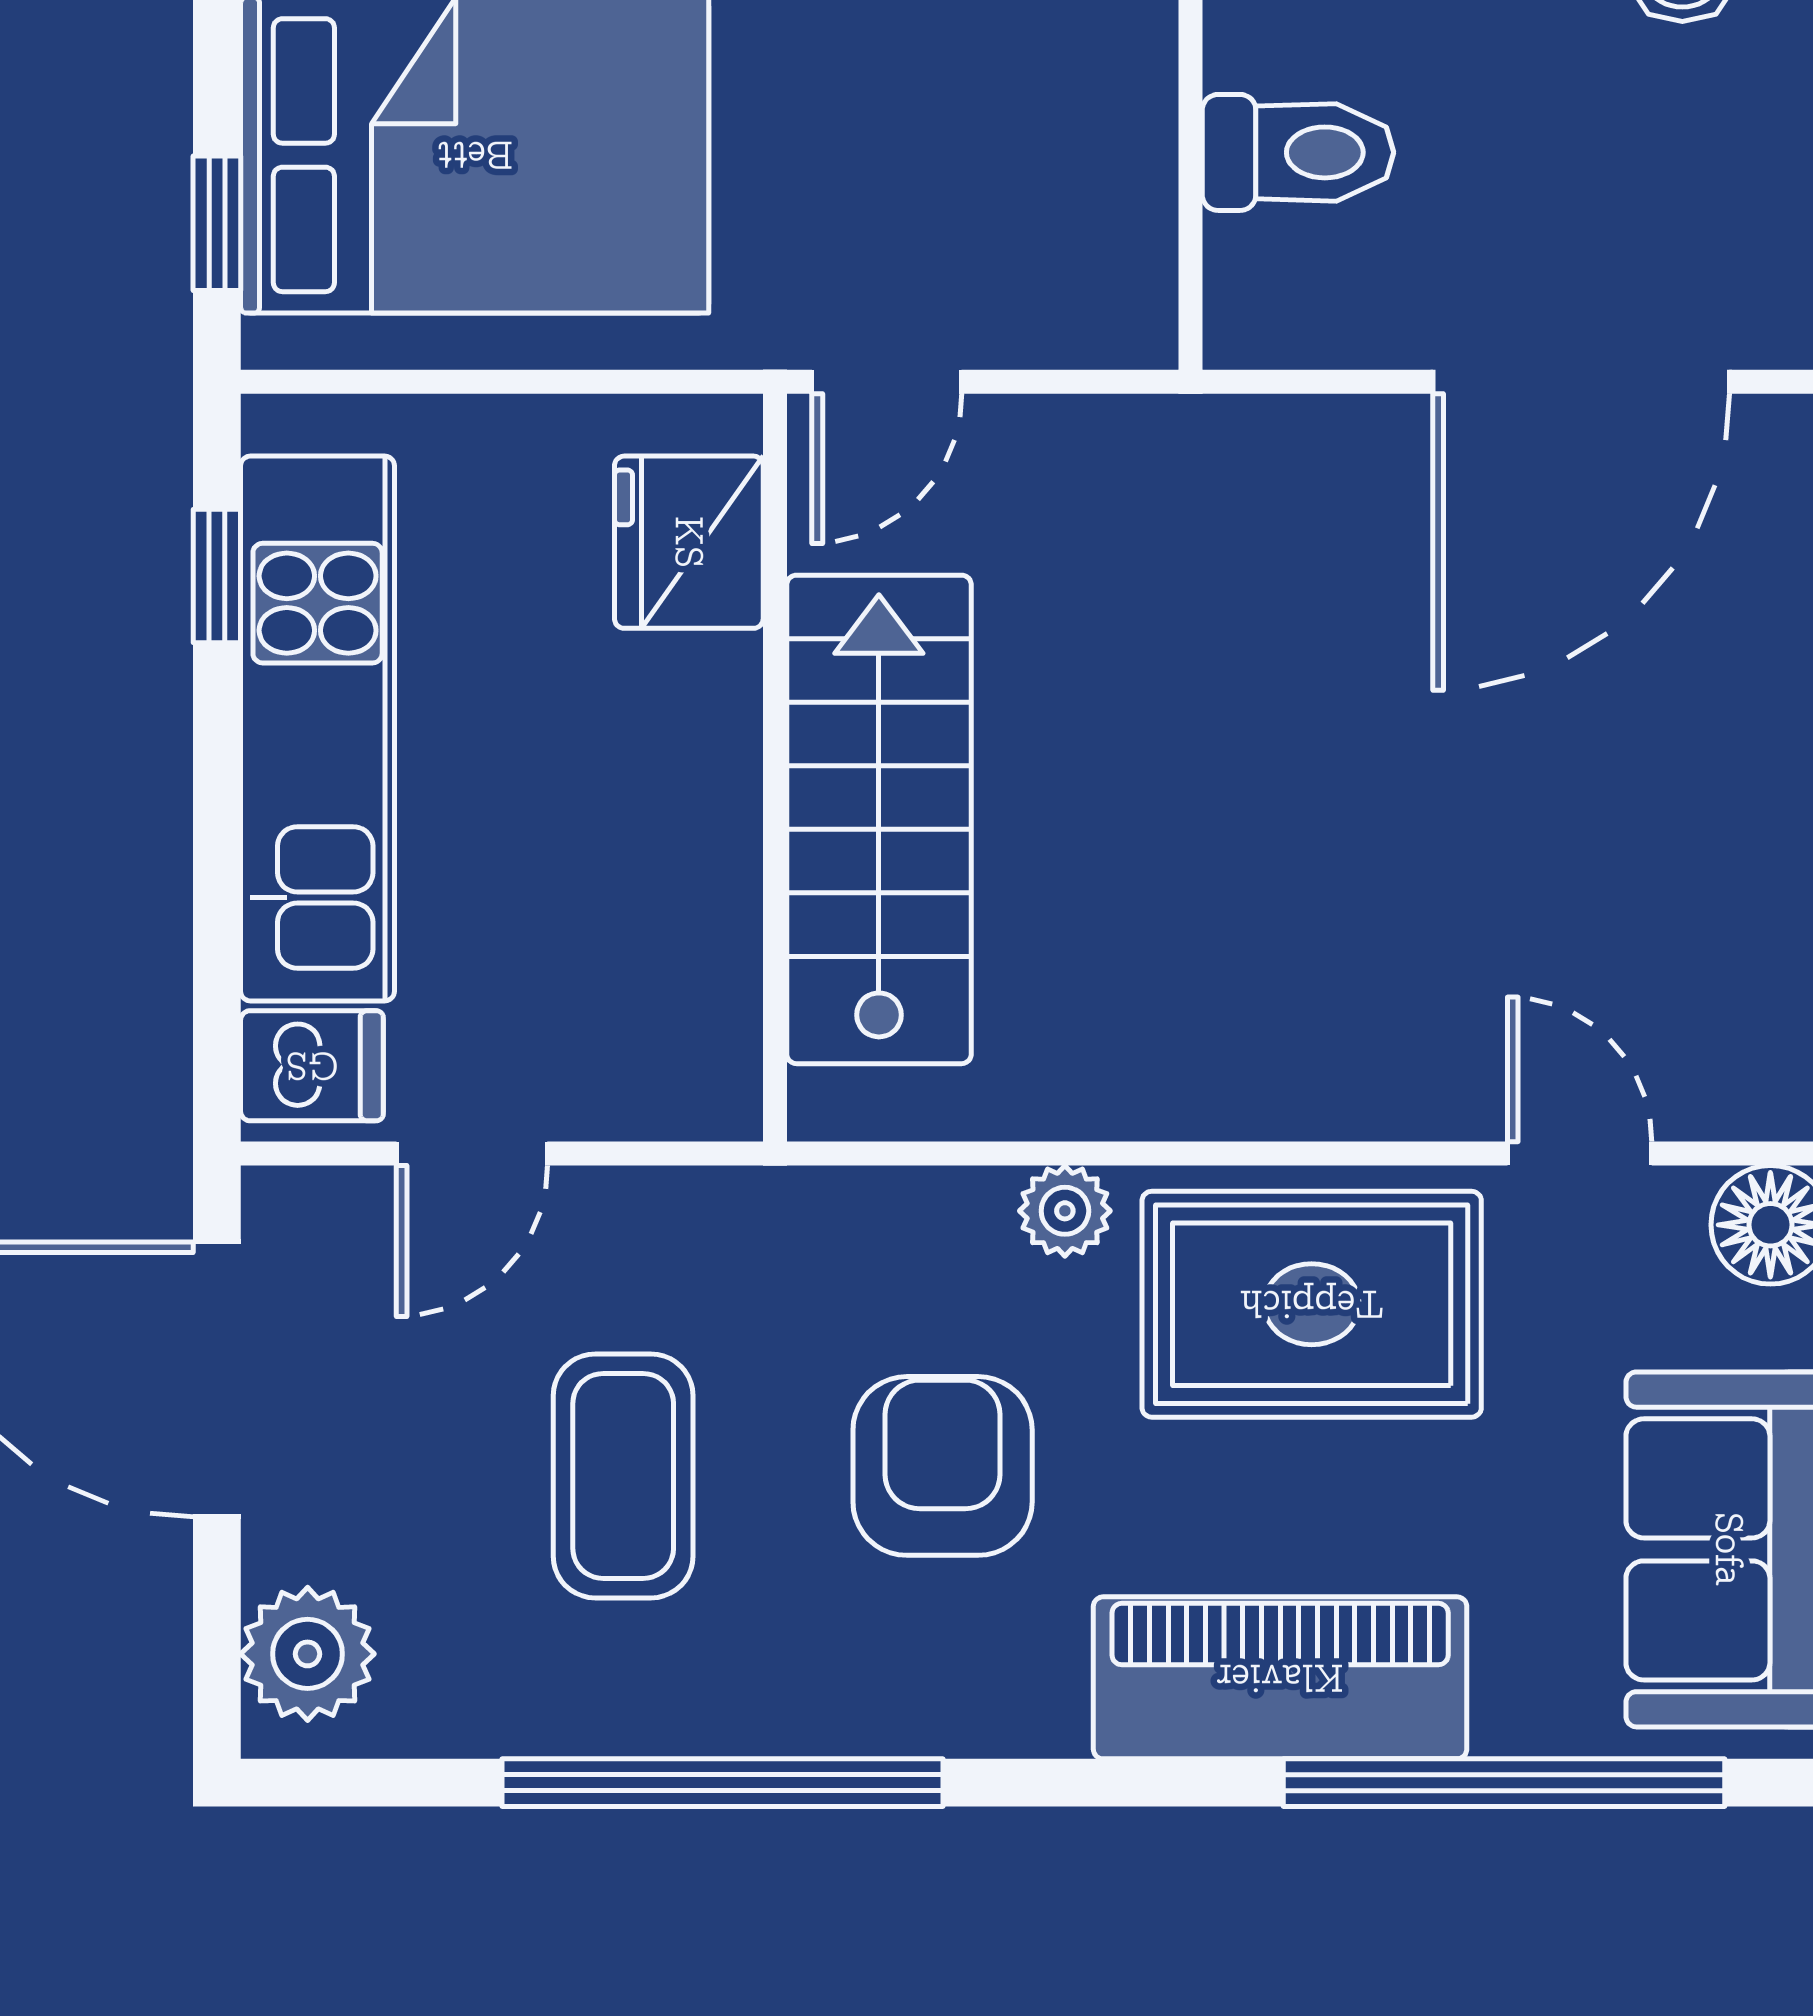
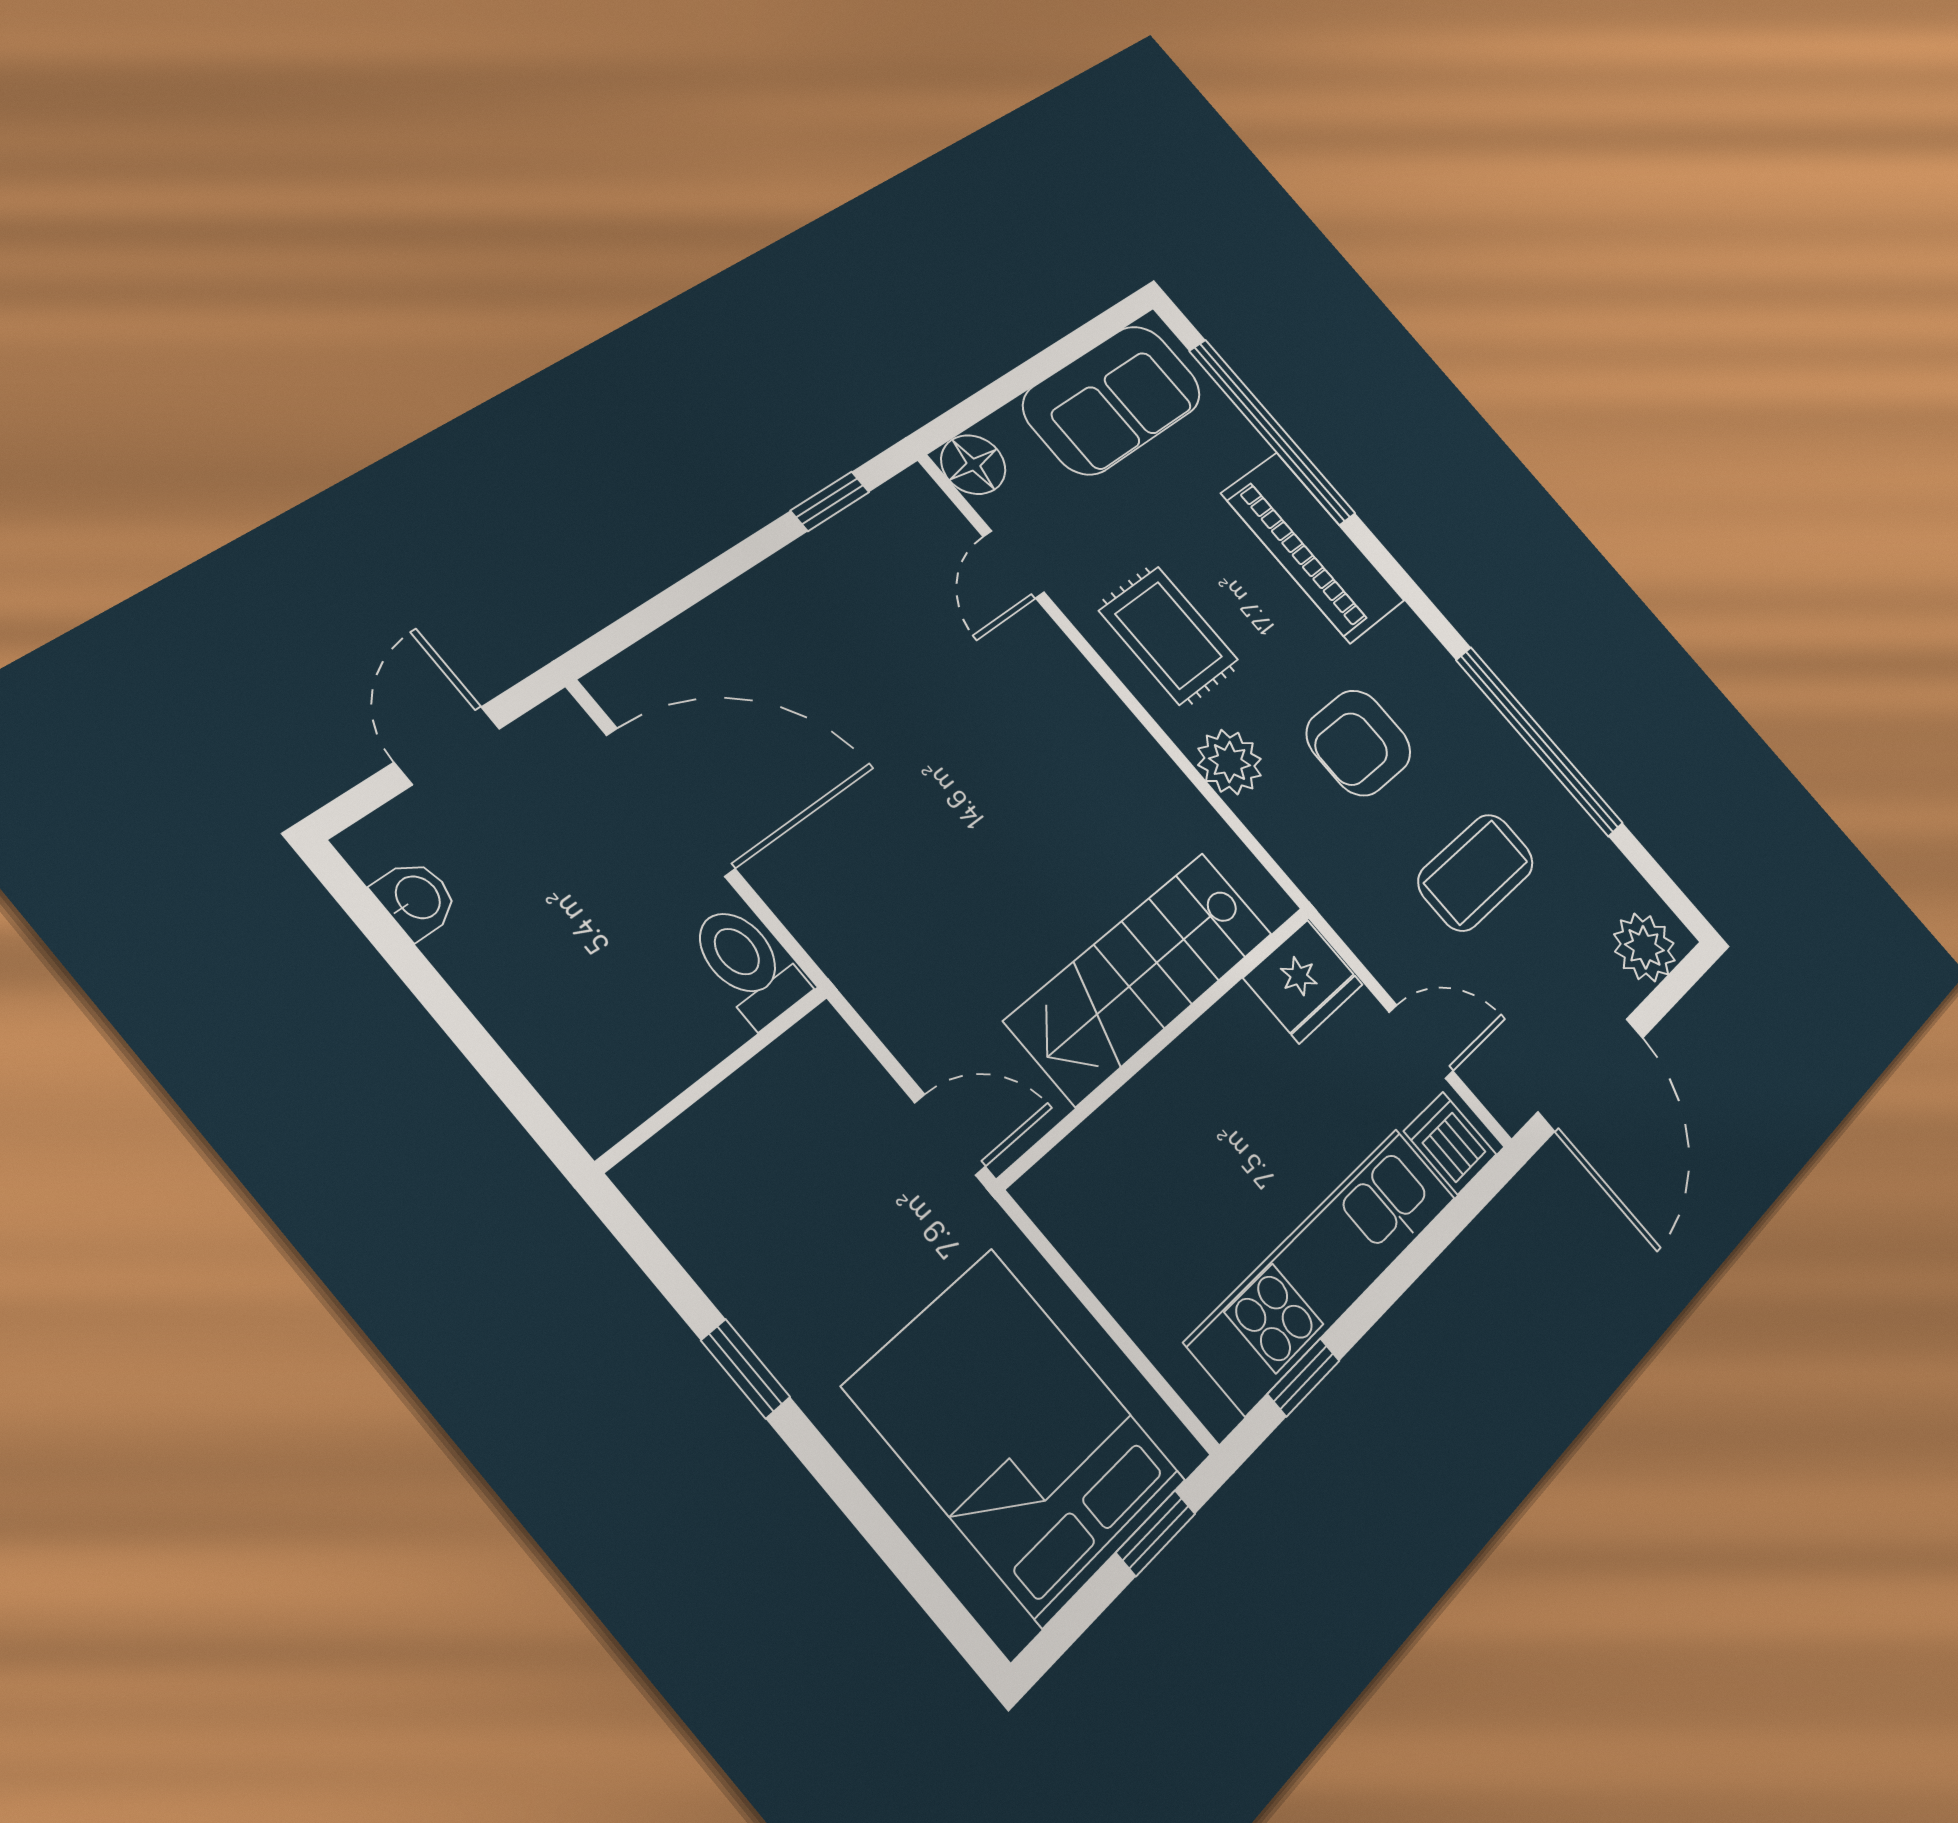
toilet: (1298, 152) -> (748, 965), moved
fridge: (689, 542) -> (1303, 981), moved
plant: (1065, 1211) -> (1230, 762), width x1.38, depth x1.38
rug: (1312, 1304) -> (1169, 635), width x0.73, depth x0.70

